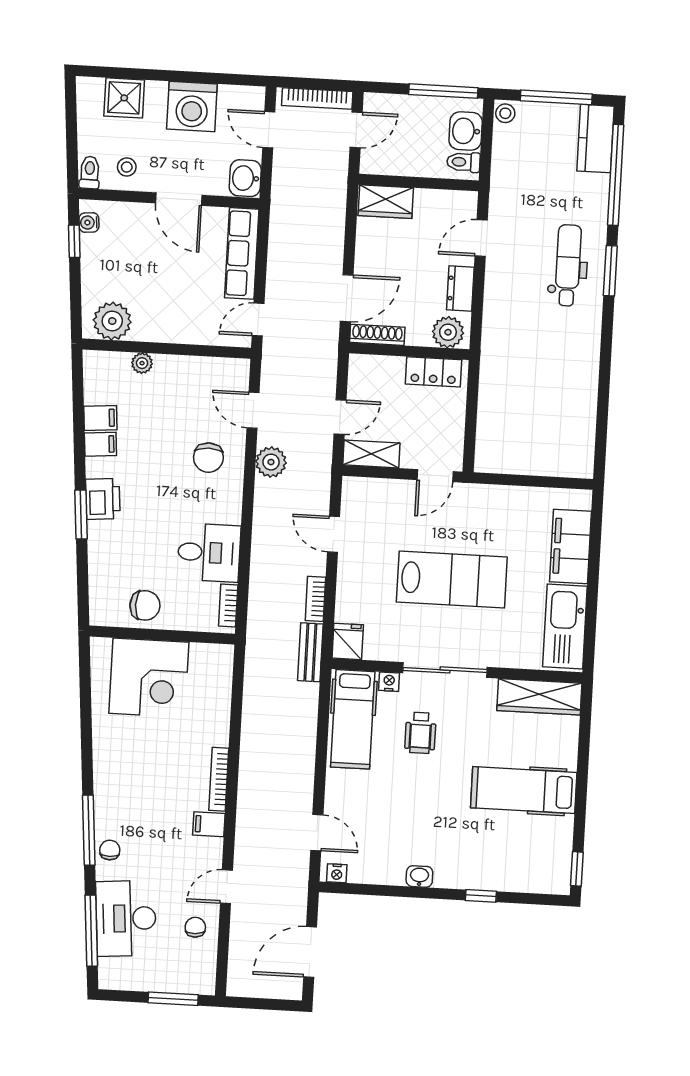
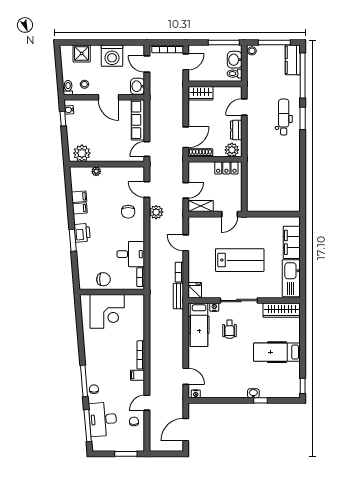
washbasin: (419, 876) -> (253, 393), moved

